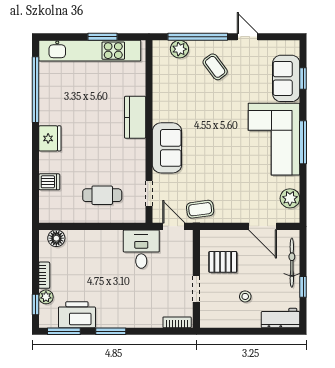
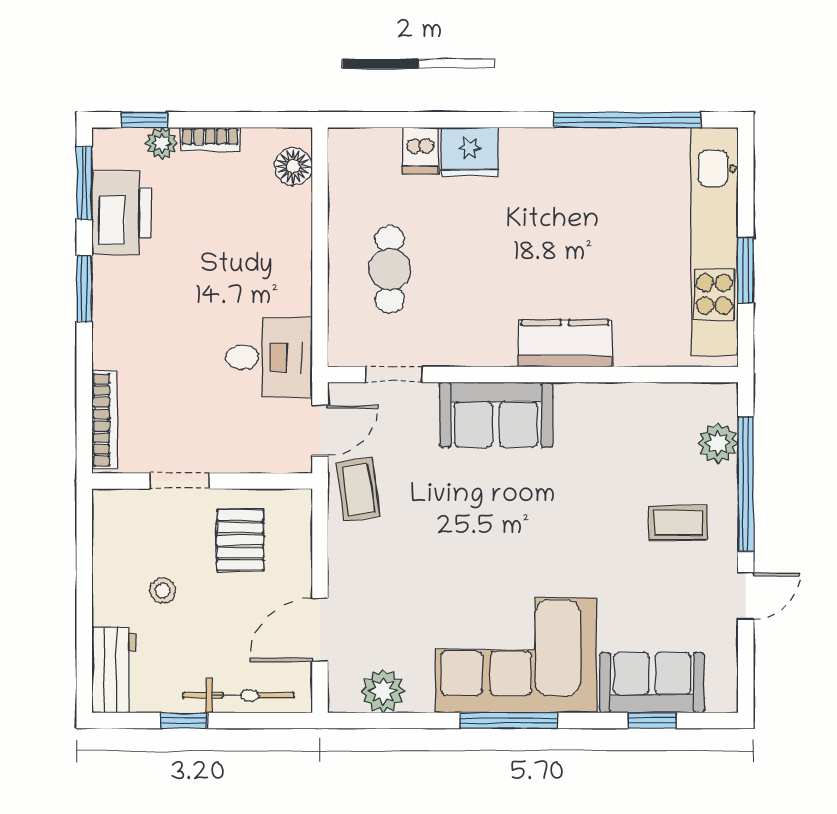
coffee table: (215, 67) -> (678, 523), turned 37
fridge: (50, 138) -> (470, 152), moved
bookcase: (177, 322) -> (104, 420), width x1.56

